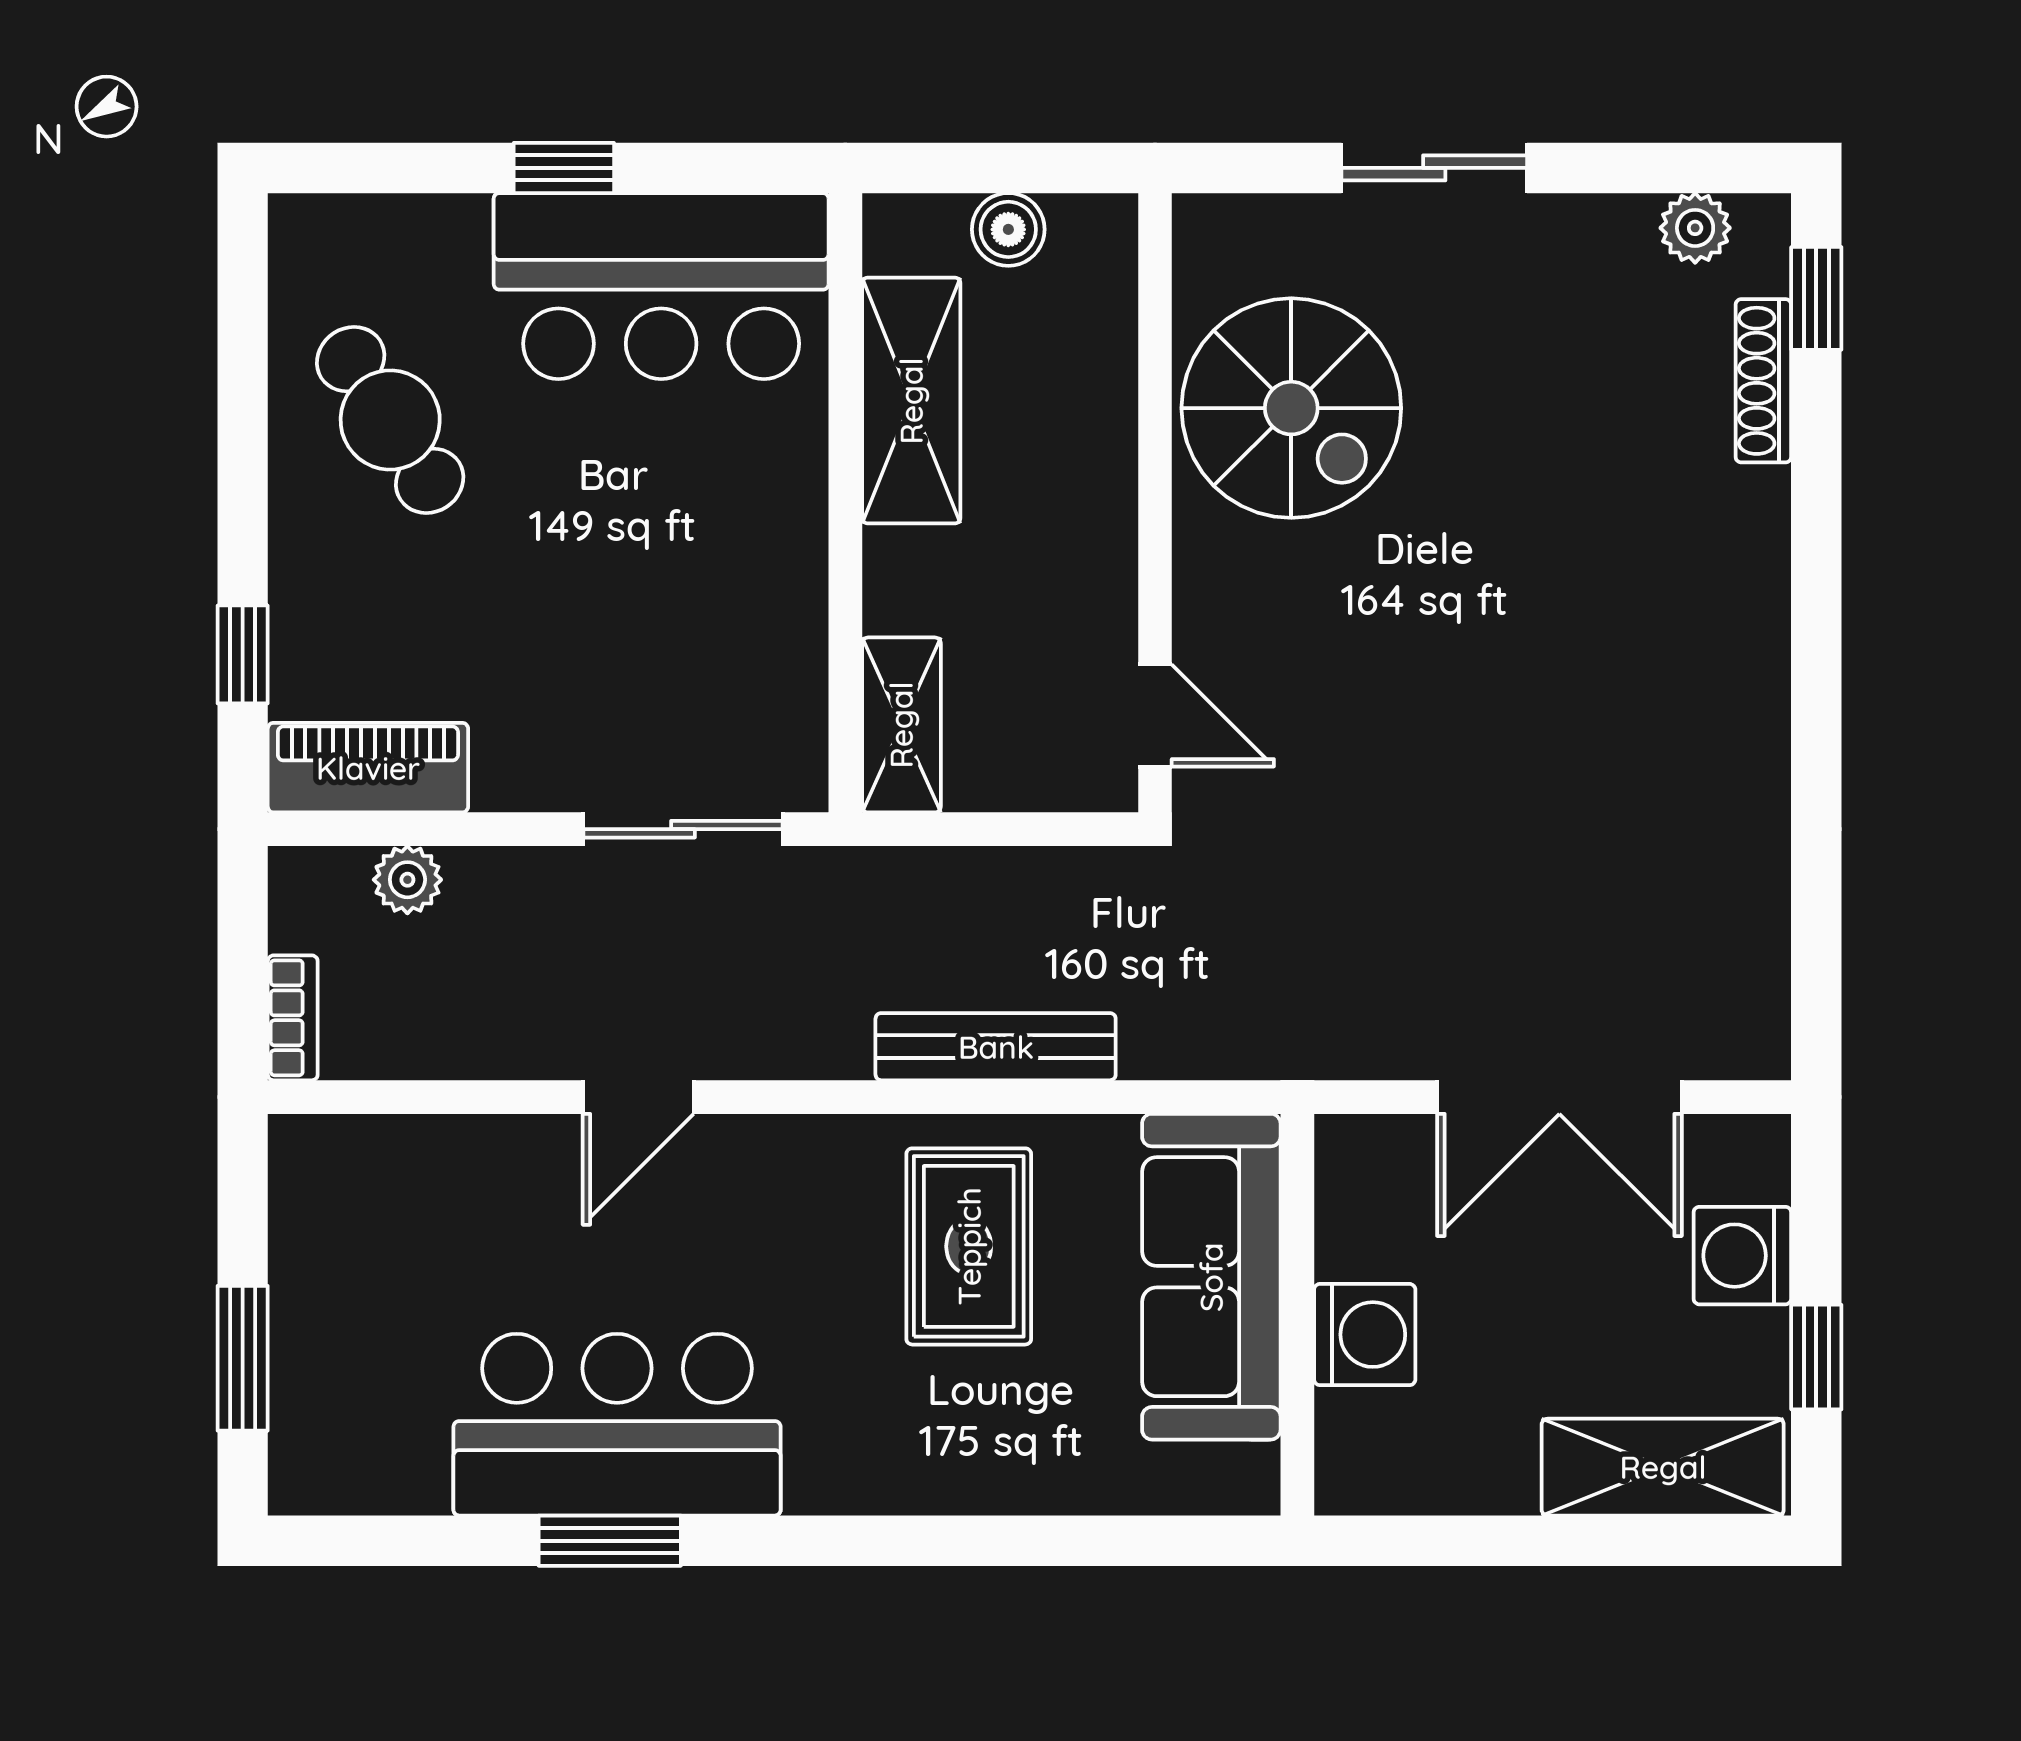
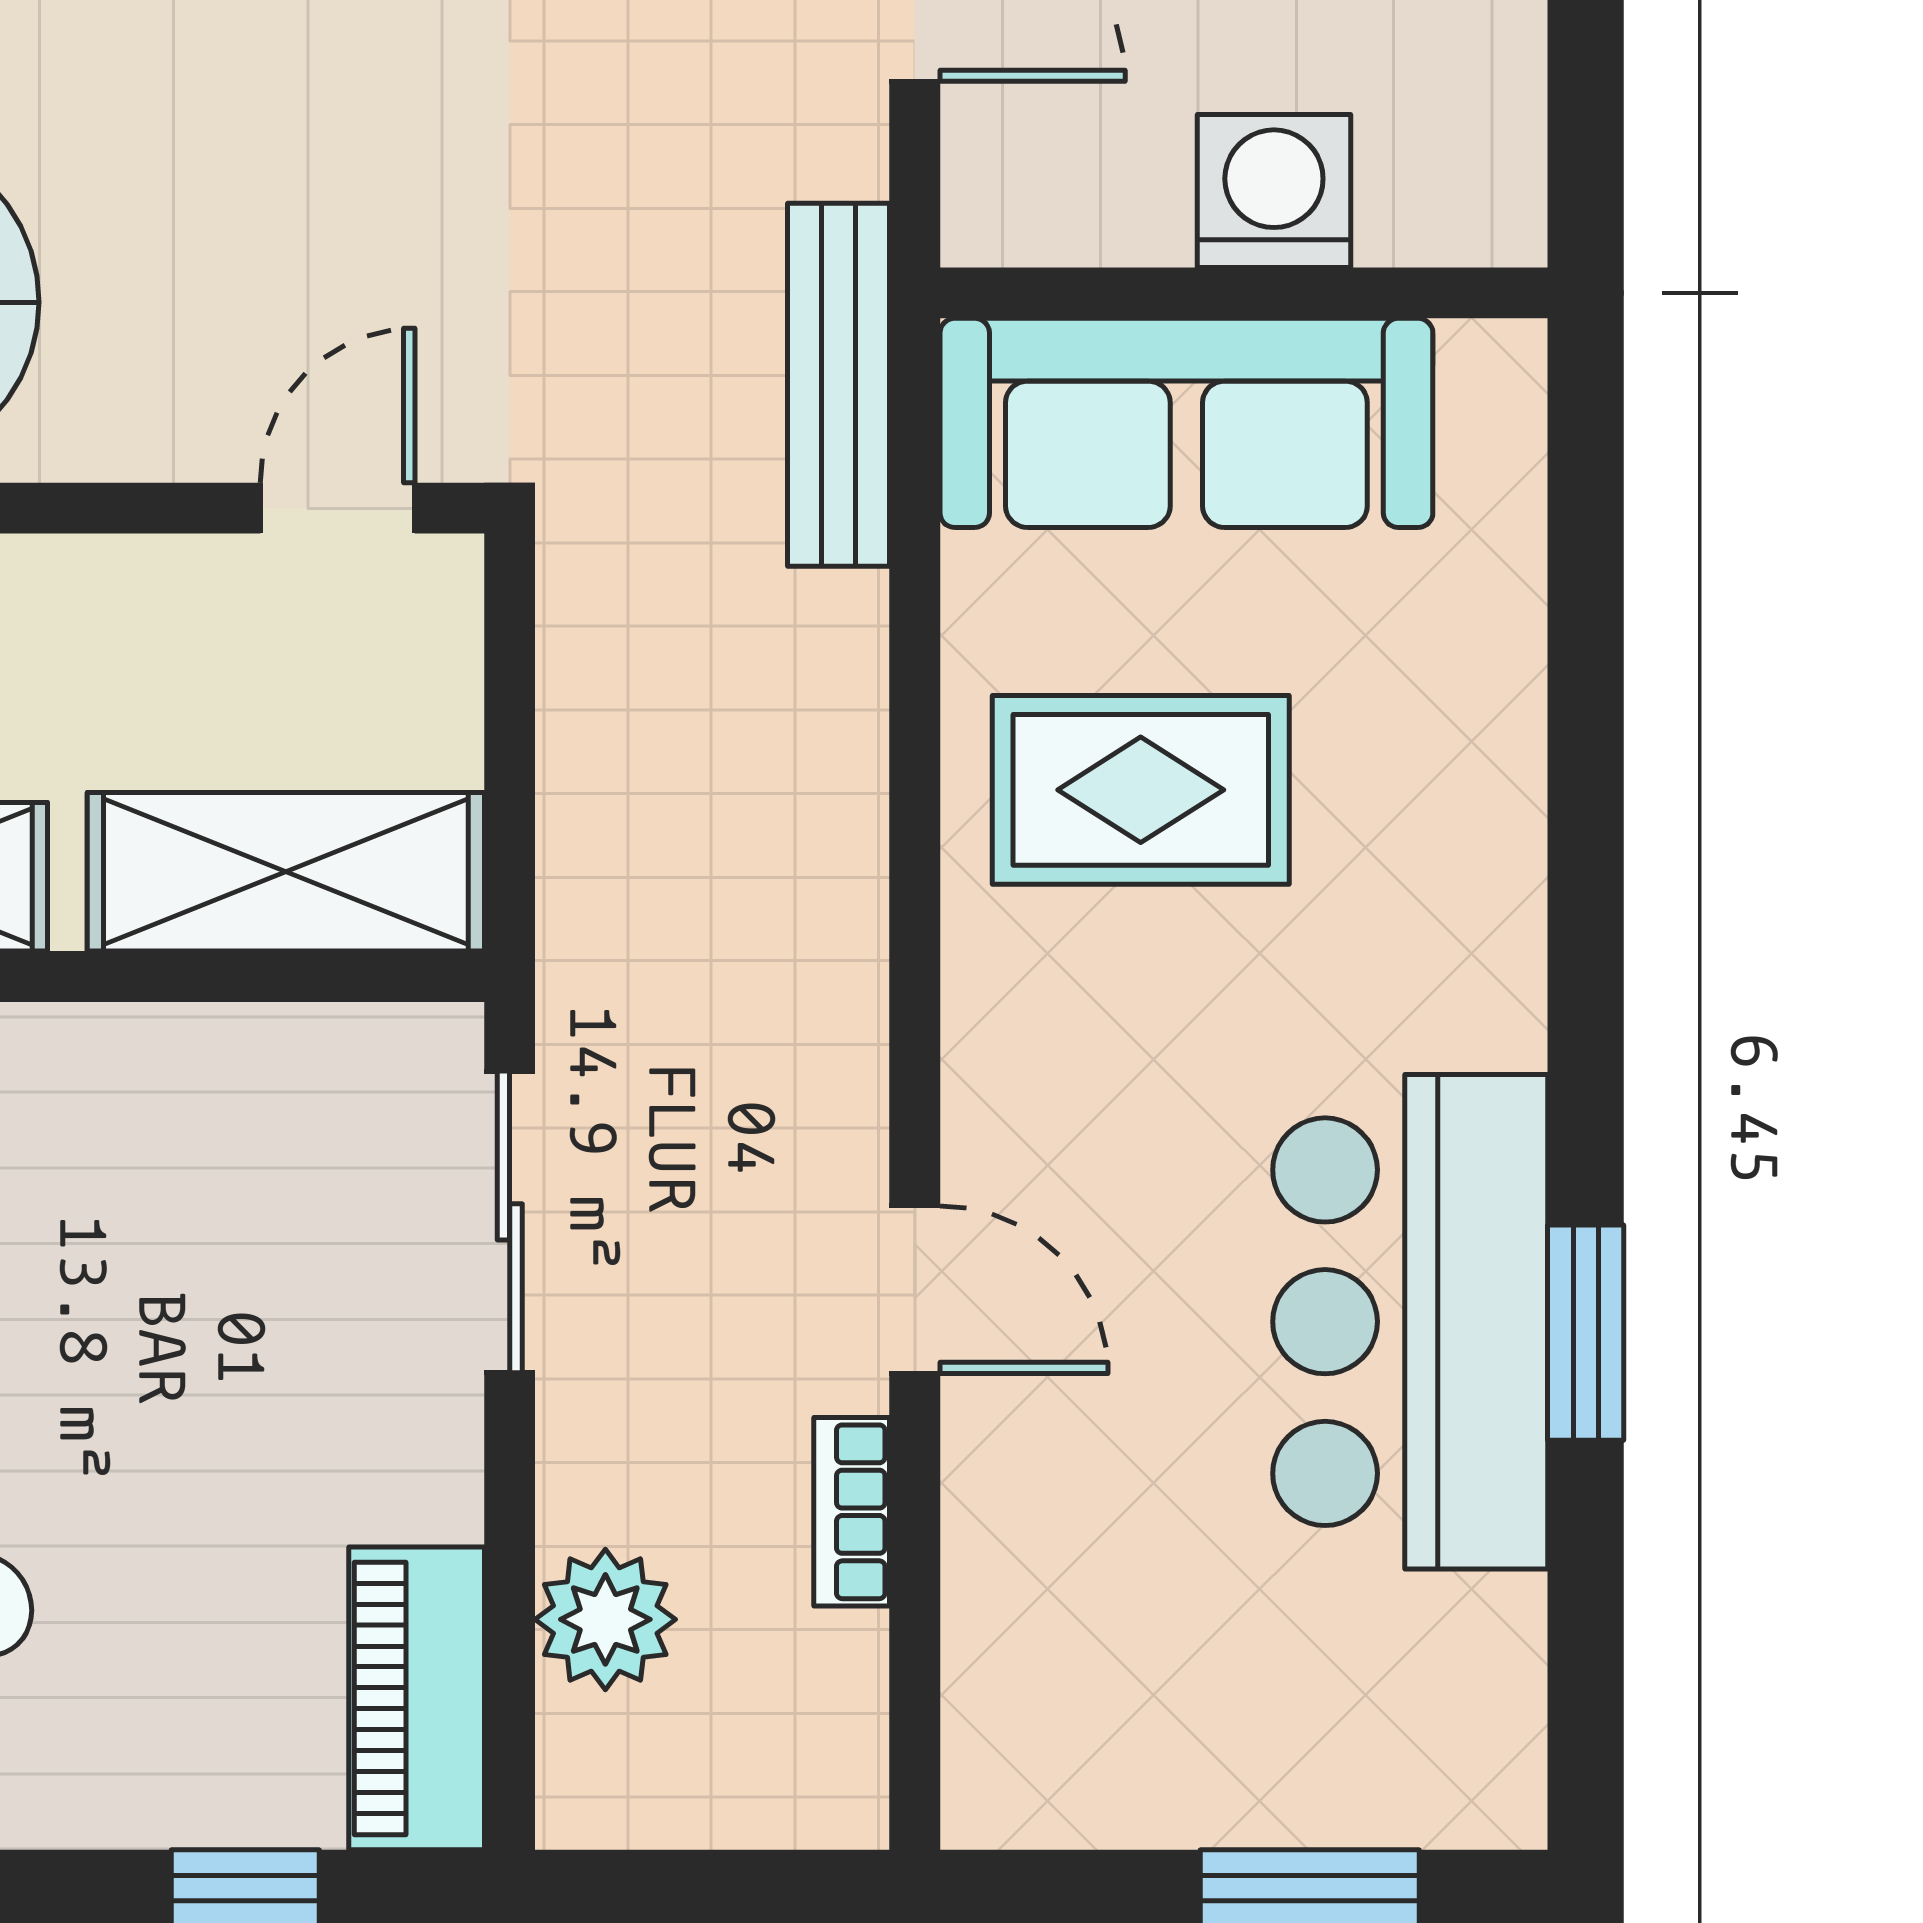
shelving: (901, 725) -> (286, 872), width x1.50, depth x1.33
plant: (407, 880) -> (605, 1619), width x1.38, depth x1.38
bookcase: (293, 1018) -> (852, 1512), moved, turned -90
bench: (996, 1047) -> (839, 385), moved

